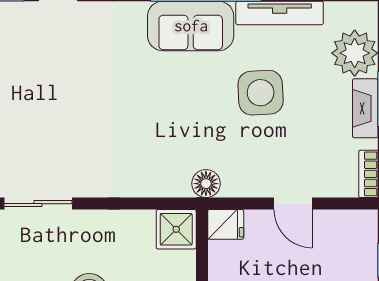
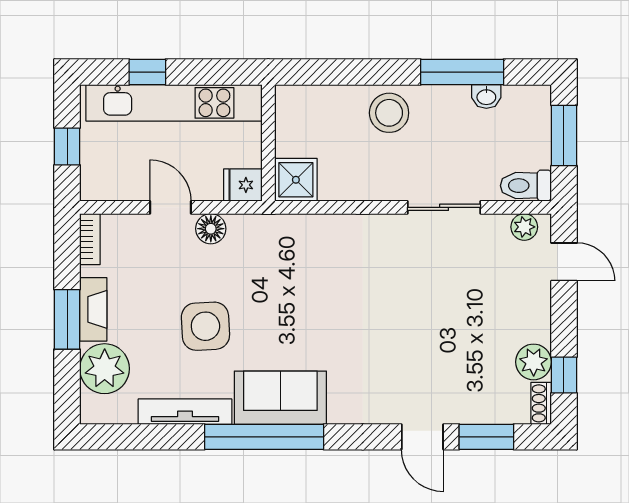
floor lamp: (206, 184) -> (211, 229), moved

